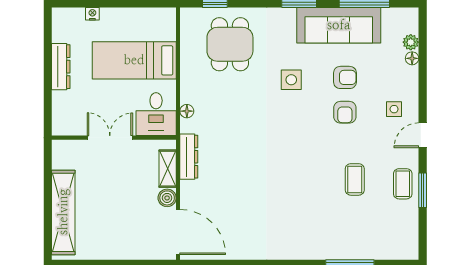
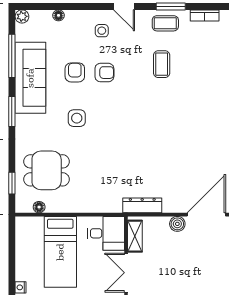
plant: (411, 42) -> (22, 16), moved
floor lamp: (187, 111) -> (39, 207), moved
shelving: (168, 169) -> (135, 236), moved, turned 90
coffee table: (355, 179) -> (162, 64), turned 90
bookcase: (412, 230) -> (205, 15), added

